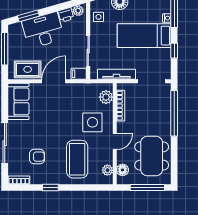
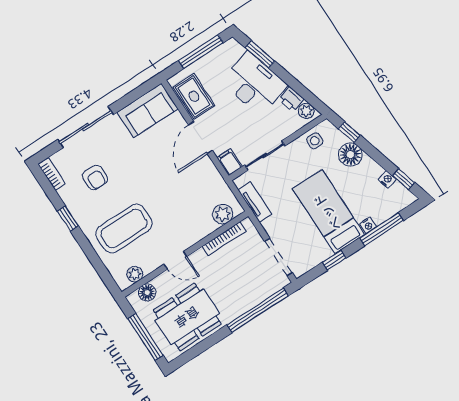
tv unit: (117, 74) -> (255, 202), width x0.71
door: (54, 81) -> (200, 138), swing flipped
side table: (92, 122) -> (181, 218), removed

